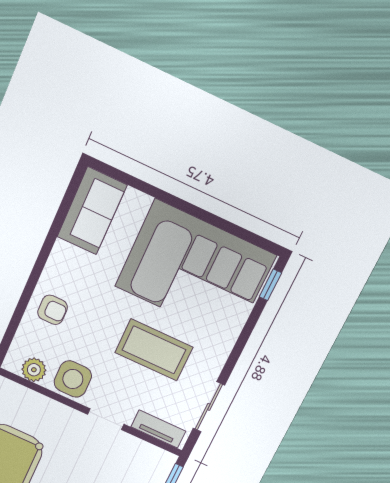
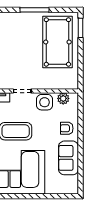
sofa: (92, 211) -> (68, 158), moved

